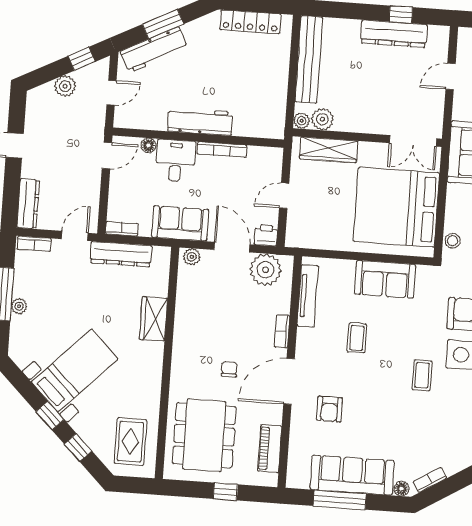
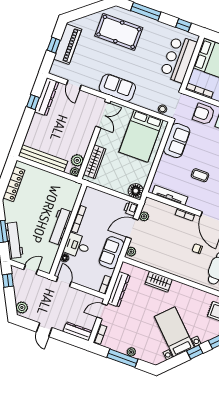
dresser: (394, 34) -> (47, 97), moved
plant: (65, 86) -> (22, 307), moved
door: (111, 93) -> (31, 270), hinge flipped
door: (284, 196) -> (112, 193), removed
bed: (396, 207) -> (141, 136), width x0.73
floor lamp: (299, 235) -> (136, 191), added
door: (75, 236) -> (102, 311), hinge flipped
plant: (266, 270) -> (144, 216), width x0.53, depth x0.53
sofa: (385, 279) -> (177, 140), moved

